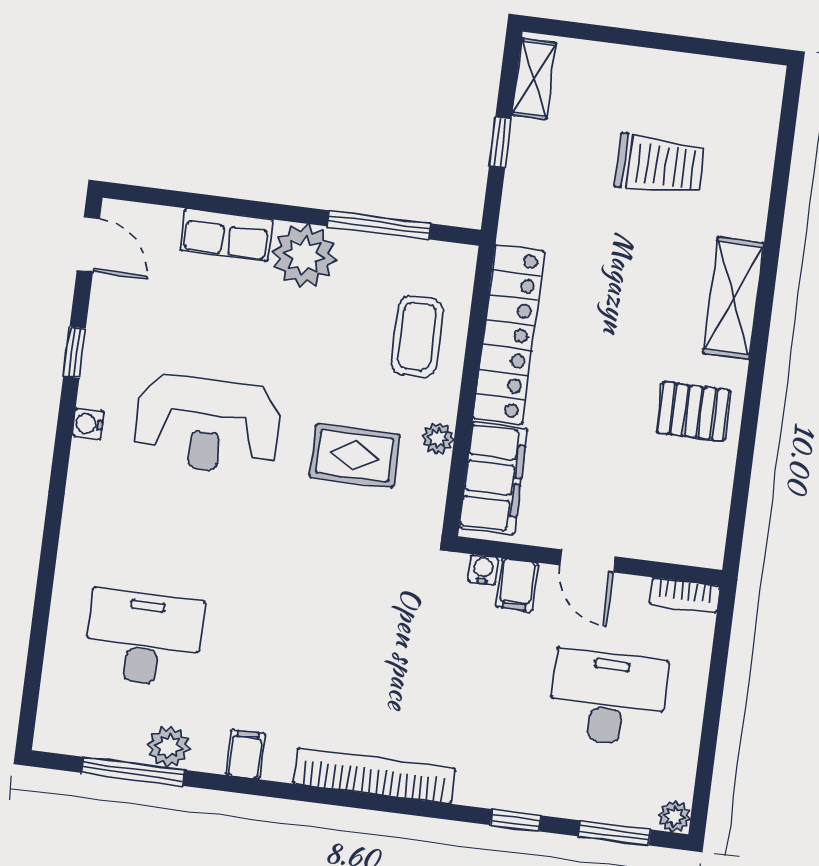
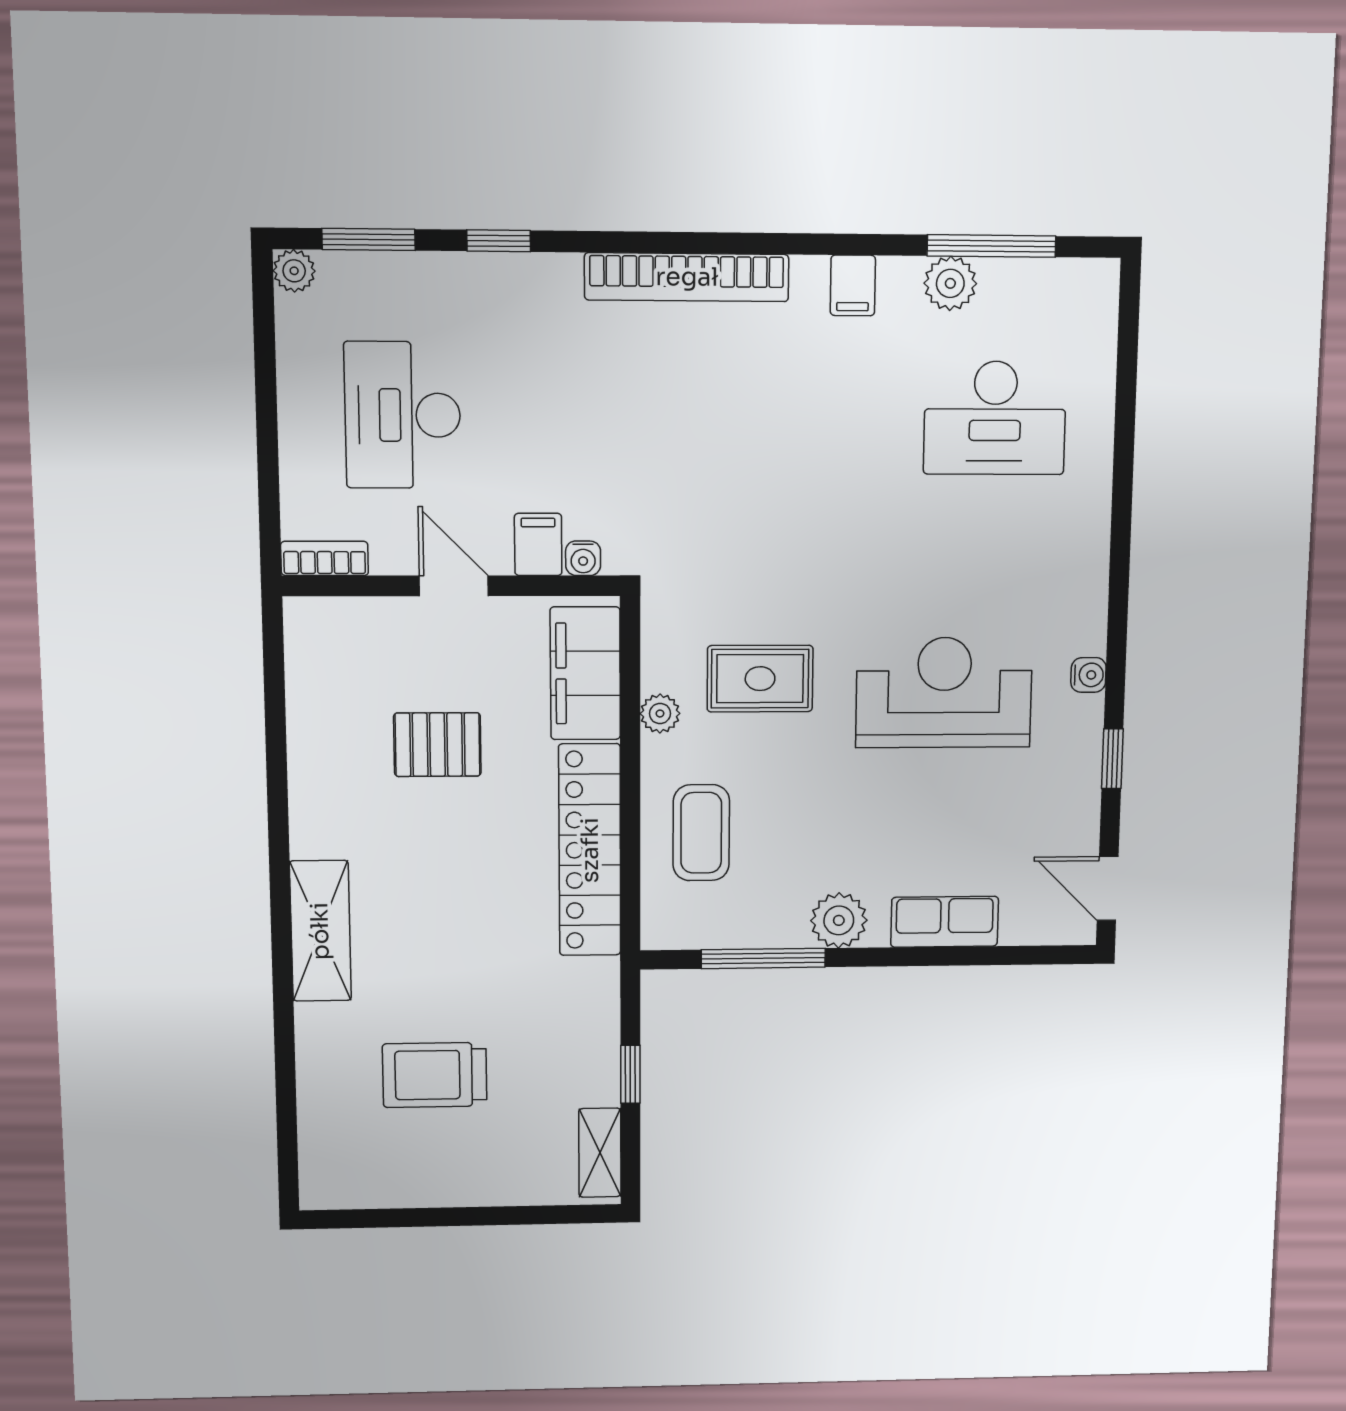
plant: (304, 256) -> (839, 920), width x0.73, depth x0.73
pallet: (693, 411) -> (437, 745), moved
desk: (608, 698) -> (403, 415), turned 90

